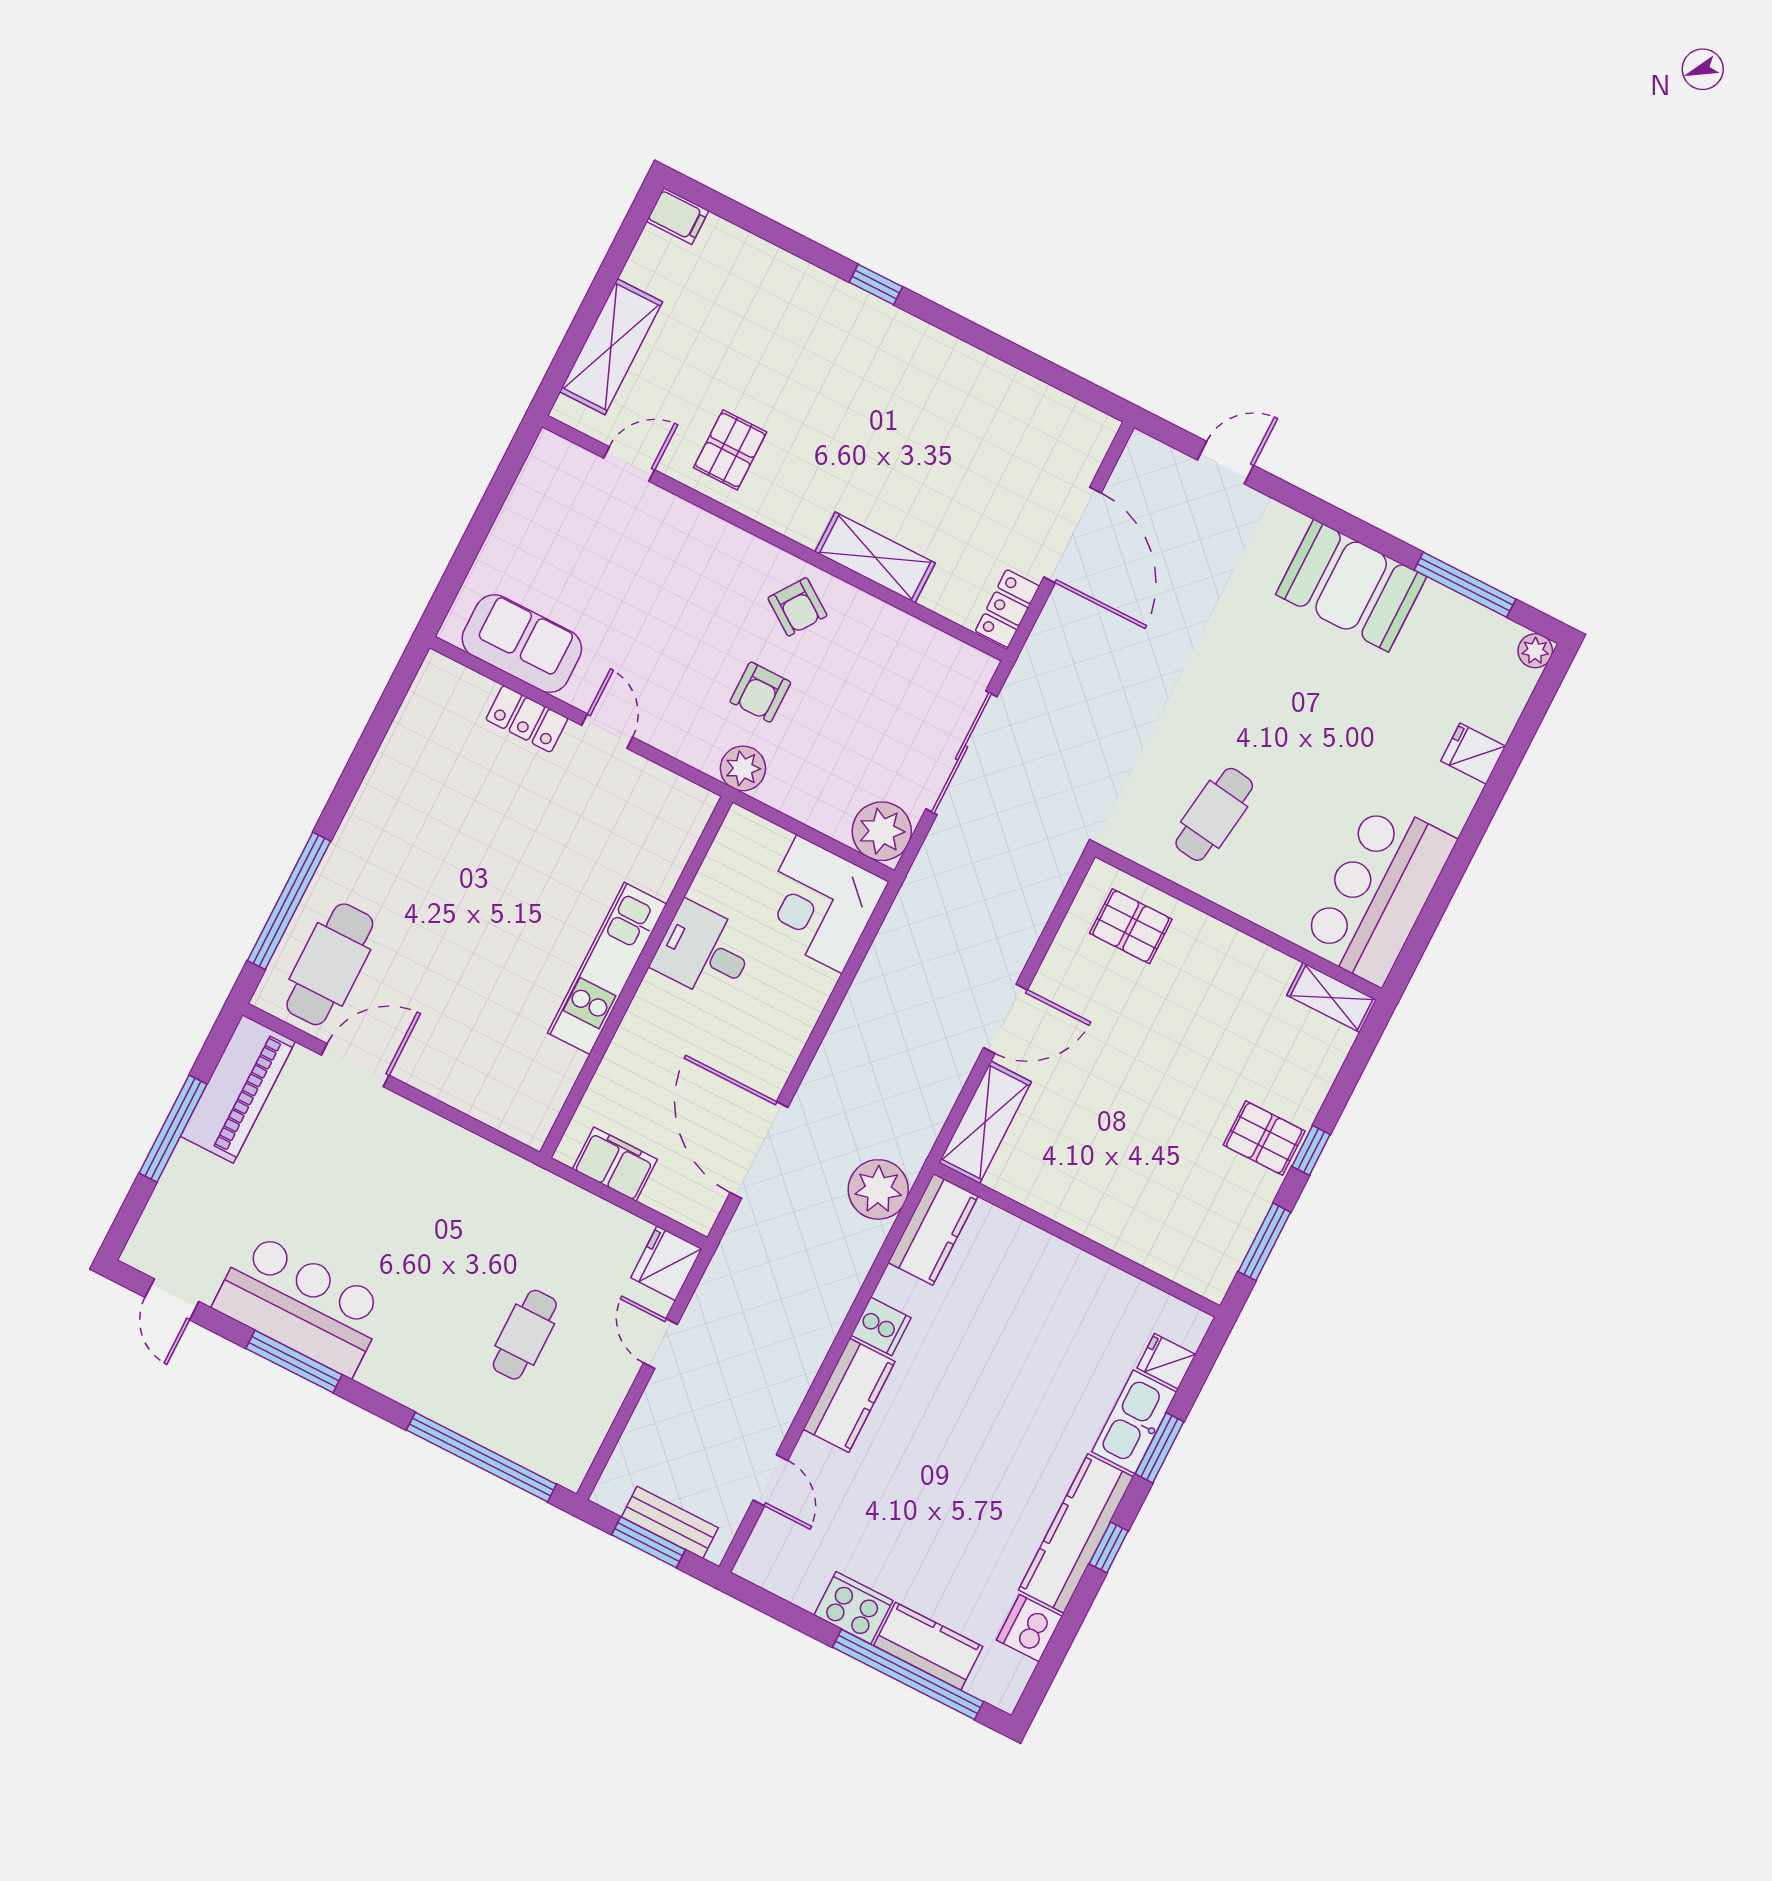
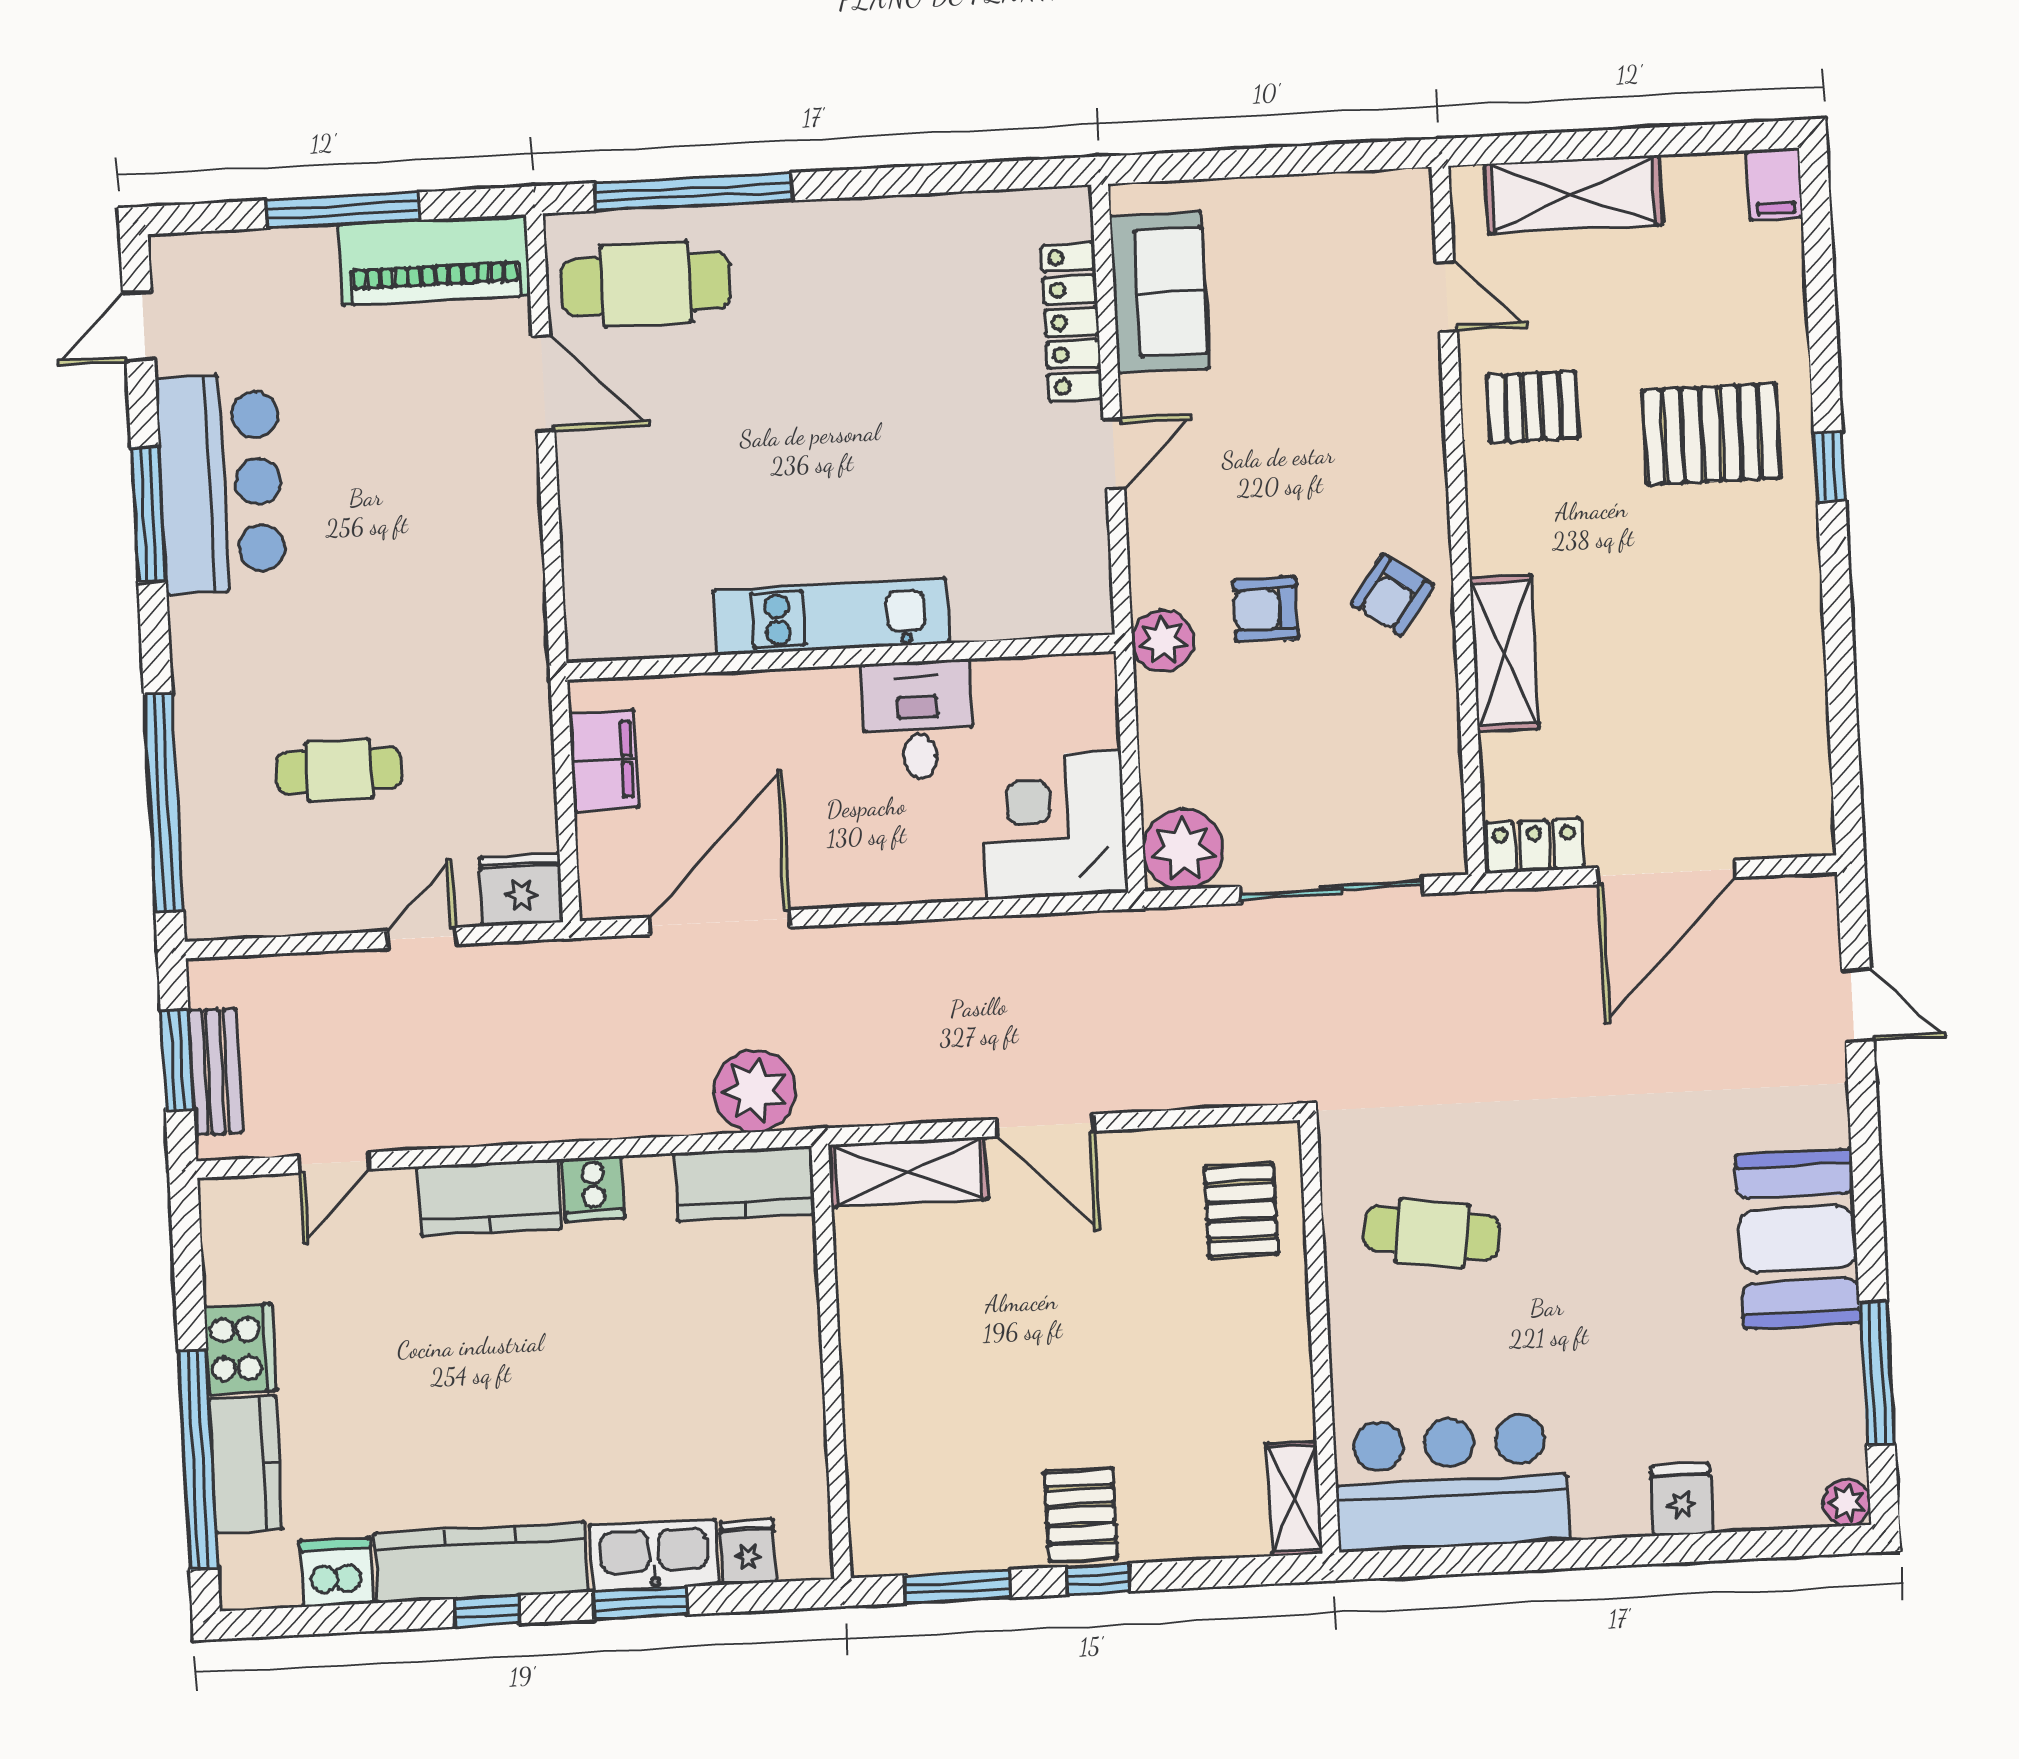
pallet: (812, 347) -> (1711, 434), added
locker: (527, 719) -> (1072, 322), width x1.53

